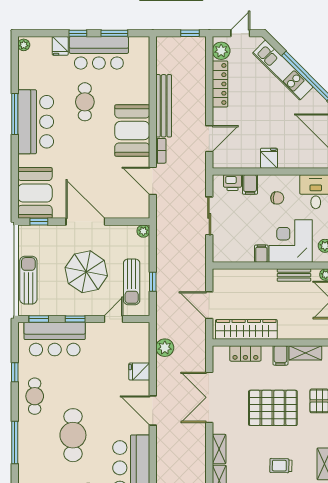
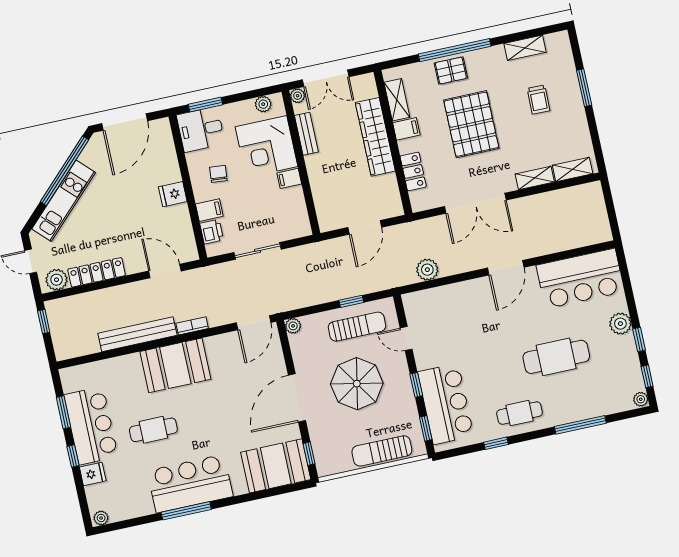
door: (153, 181) -> (254, 323), moved
wardrobe: (246, 329) -> (375, 137), moved
fridge: (139, 372) -> (463, 294), removed

